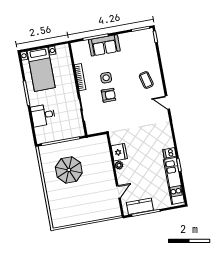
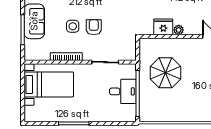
bed with nightstands: (41, 69) -> (49, 84), moved
desk: (43, 115) -> (123, 91), moved, turned -90
parasol: (69, 170) -> (165, 73), moved

